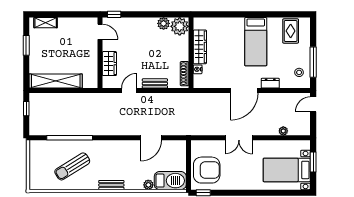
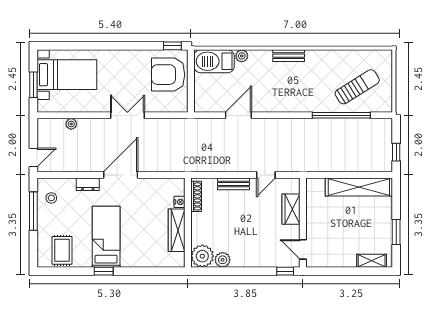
window: (258, 14) -> (104, 271), added
sun lounger: (72, 166) -> (357, 87), moved

